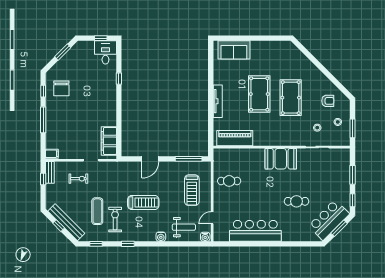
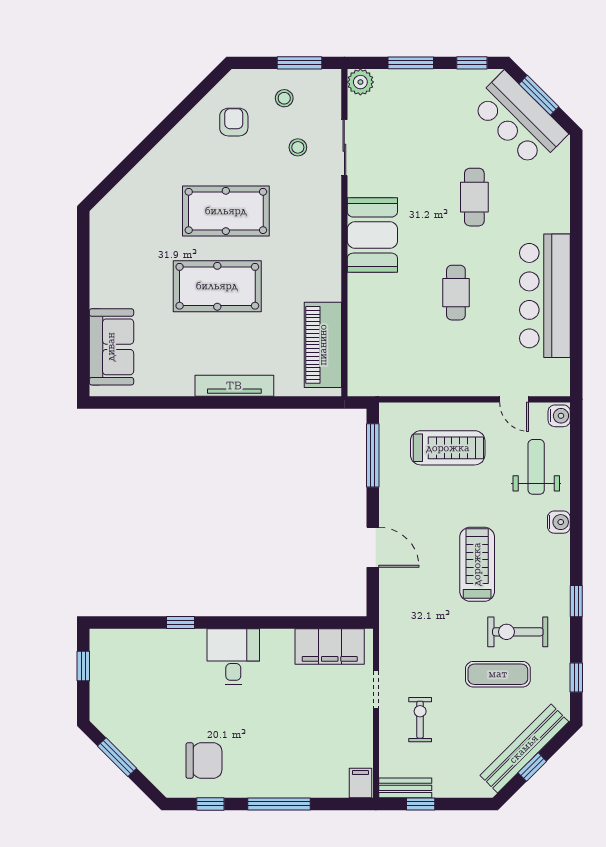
desk: (105, 52) -> (233, 657), moved, turned 90
plant: (345, 154) -> (360, 82), added
cafe table: (229, 181) -> (456, 293), moved

